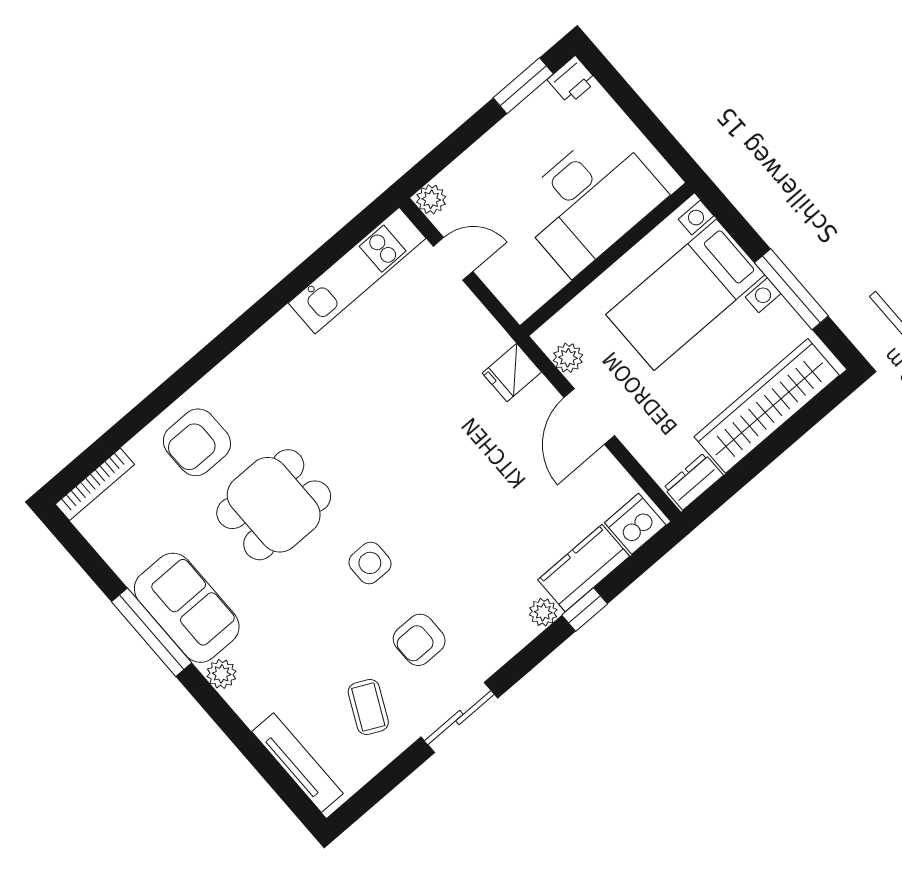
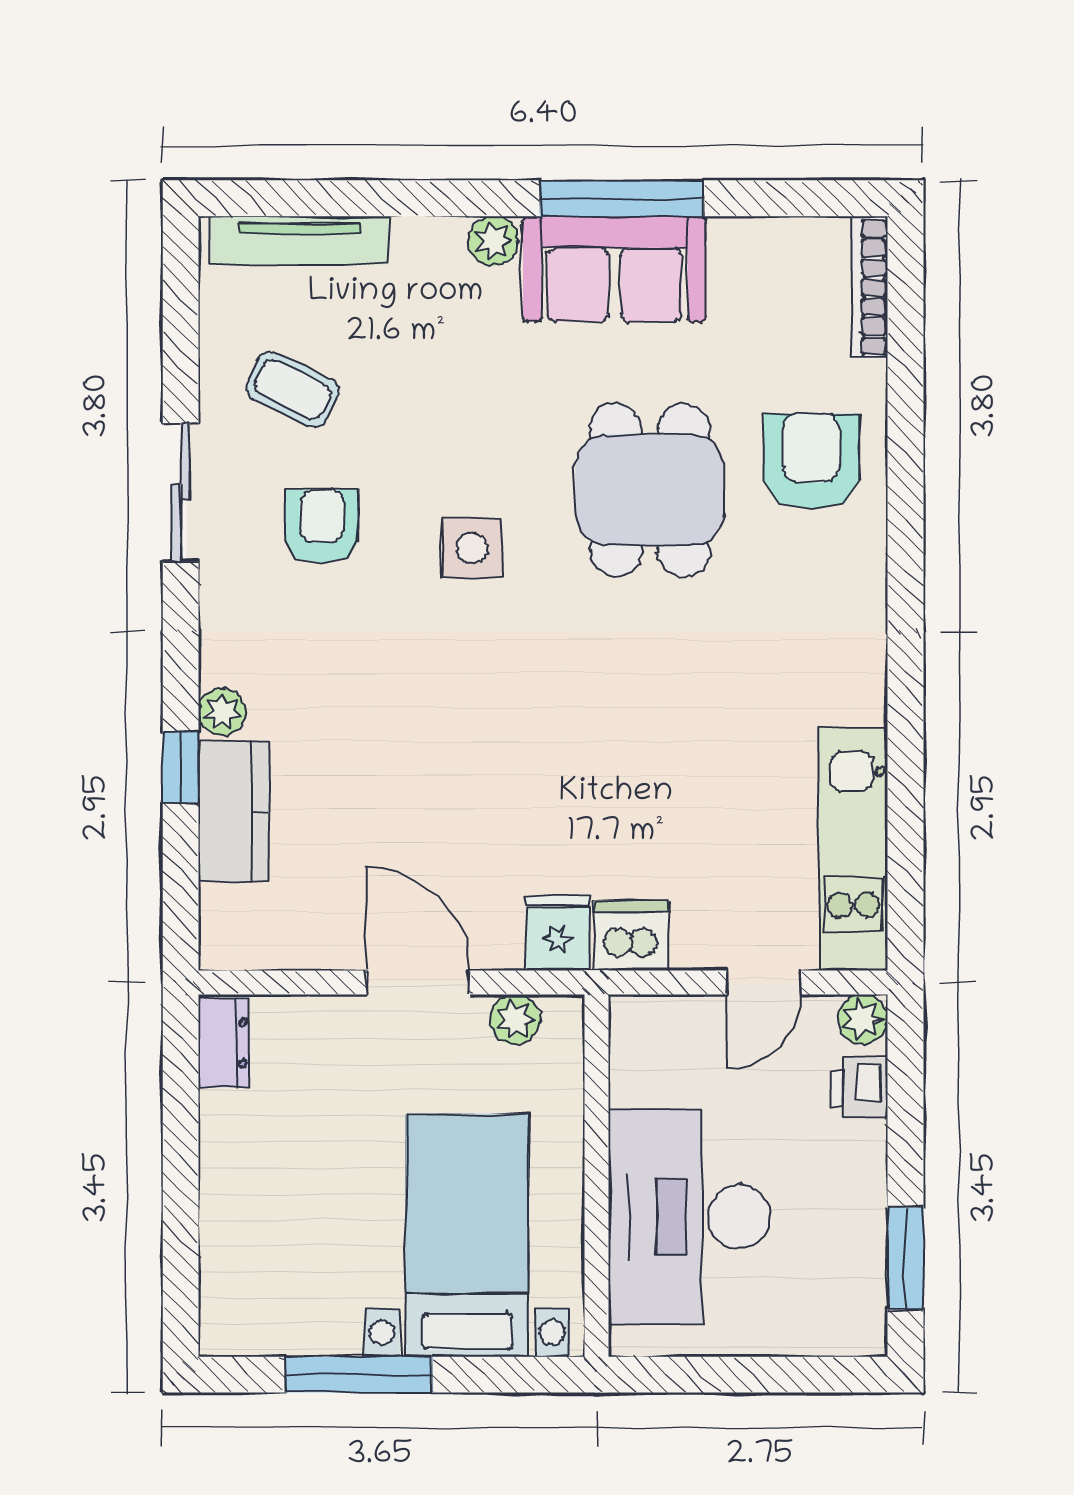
printer: (572, 80) -> (859, 1088), moved
wardrobe: (767, 406) -> (239, 1217), removed
dishwasher: (635, 524) -> (631, 936), moved, turned -90

